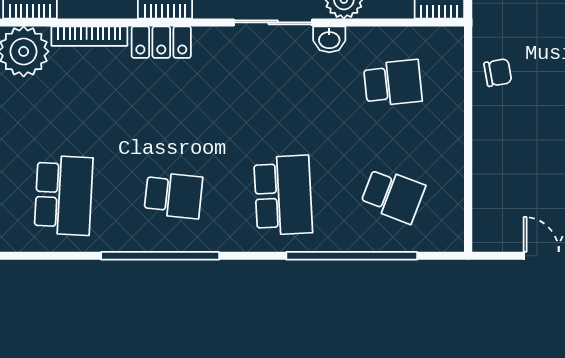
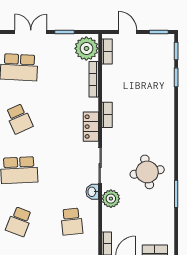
locker: (161, 42) -> (91, 127), moved
school desk: (173, 195) -> (19, 119), turned -30

